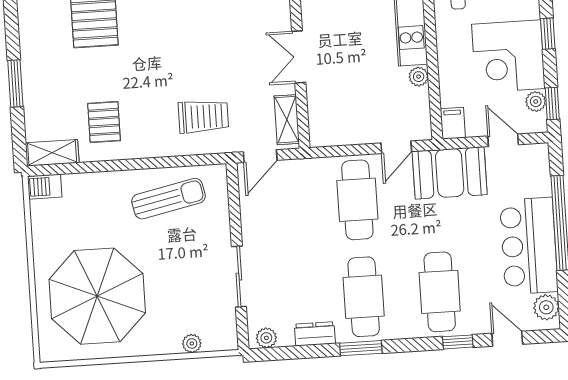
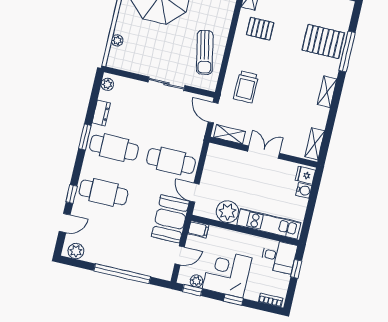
plant: (419, 77) -> (227, 212), width x1.87, depth x1.87
bar counter: (529, 246) -> (114, 252), removed
sliding door: (239, 277) -> (167, 84), moved

